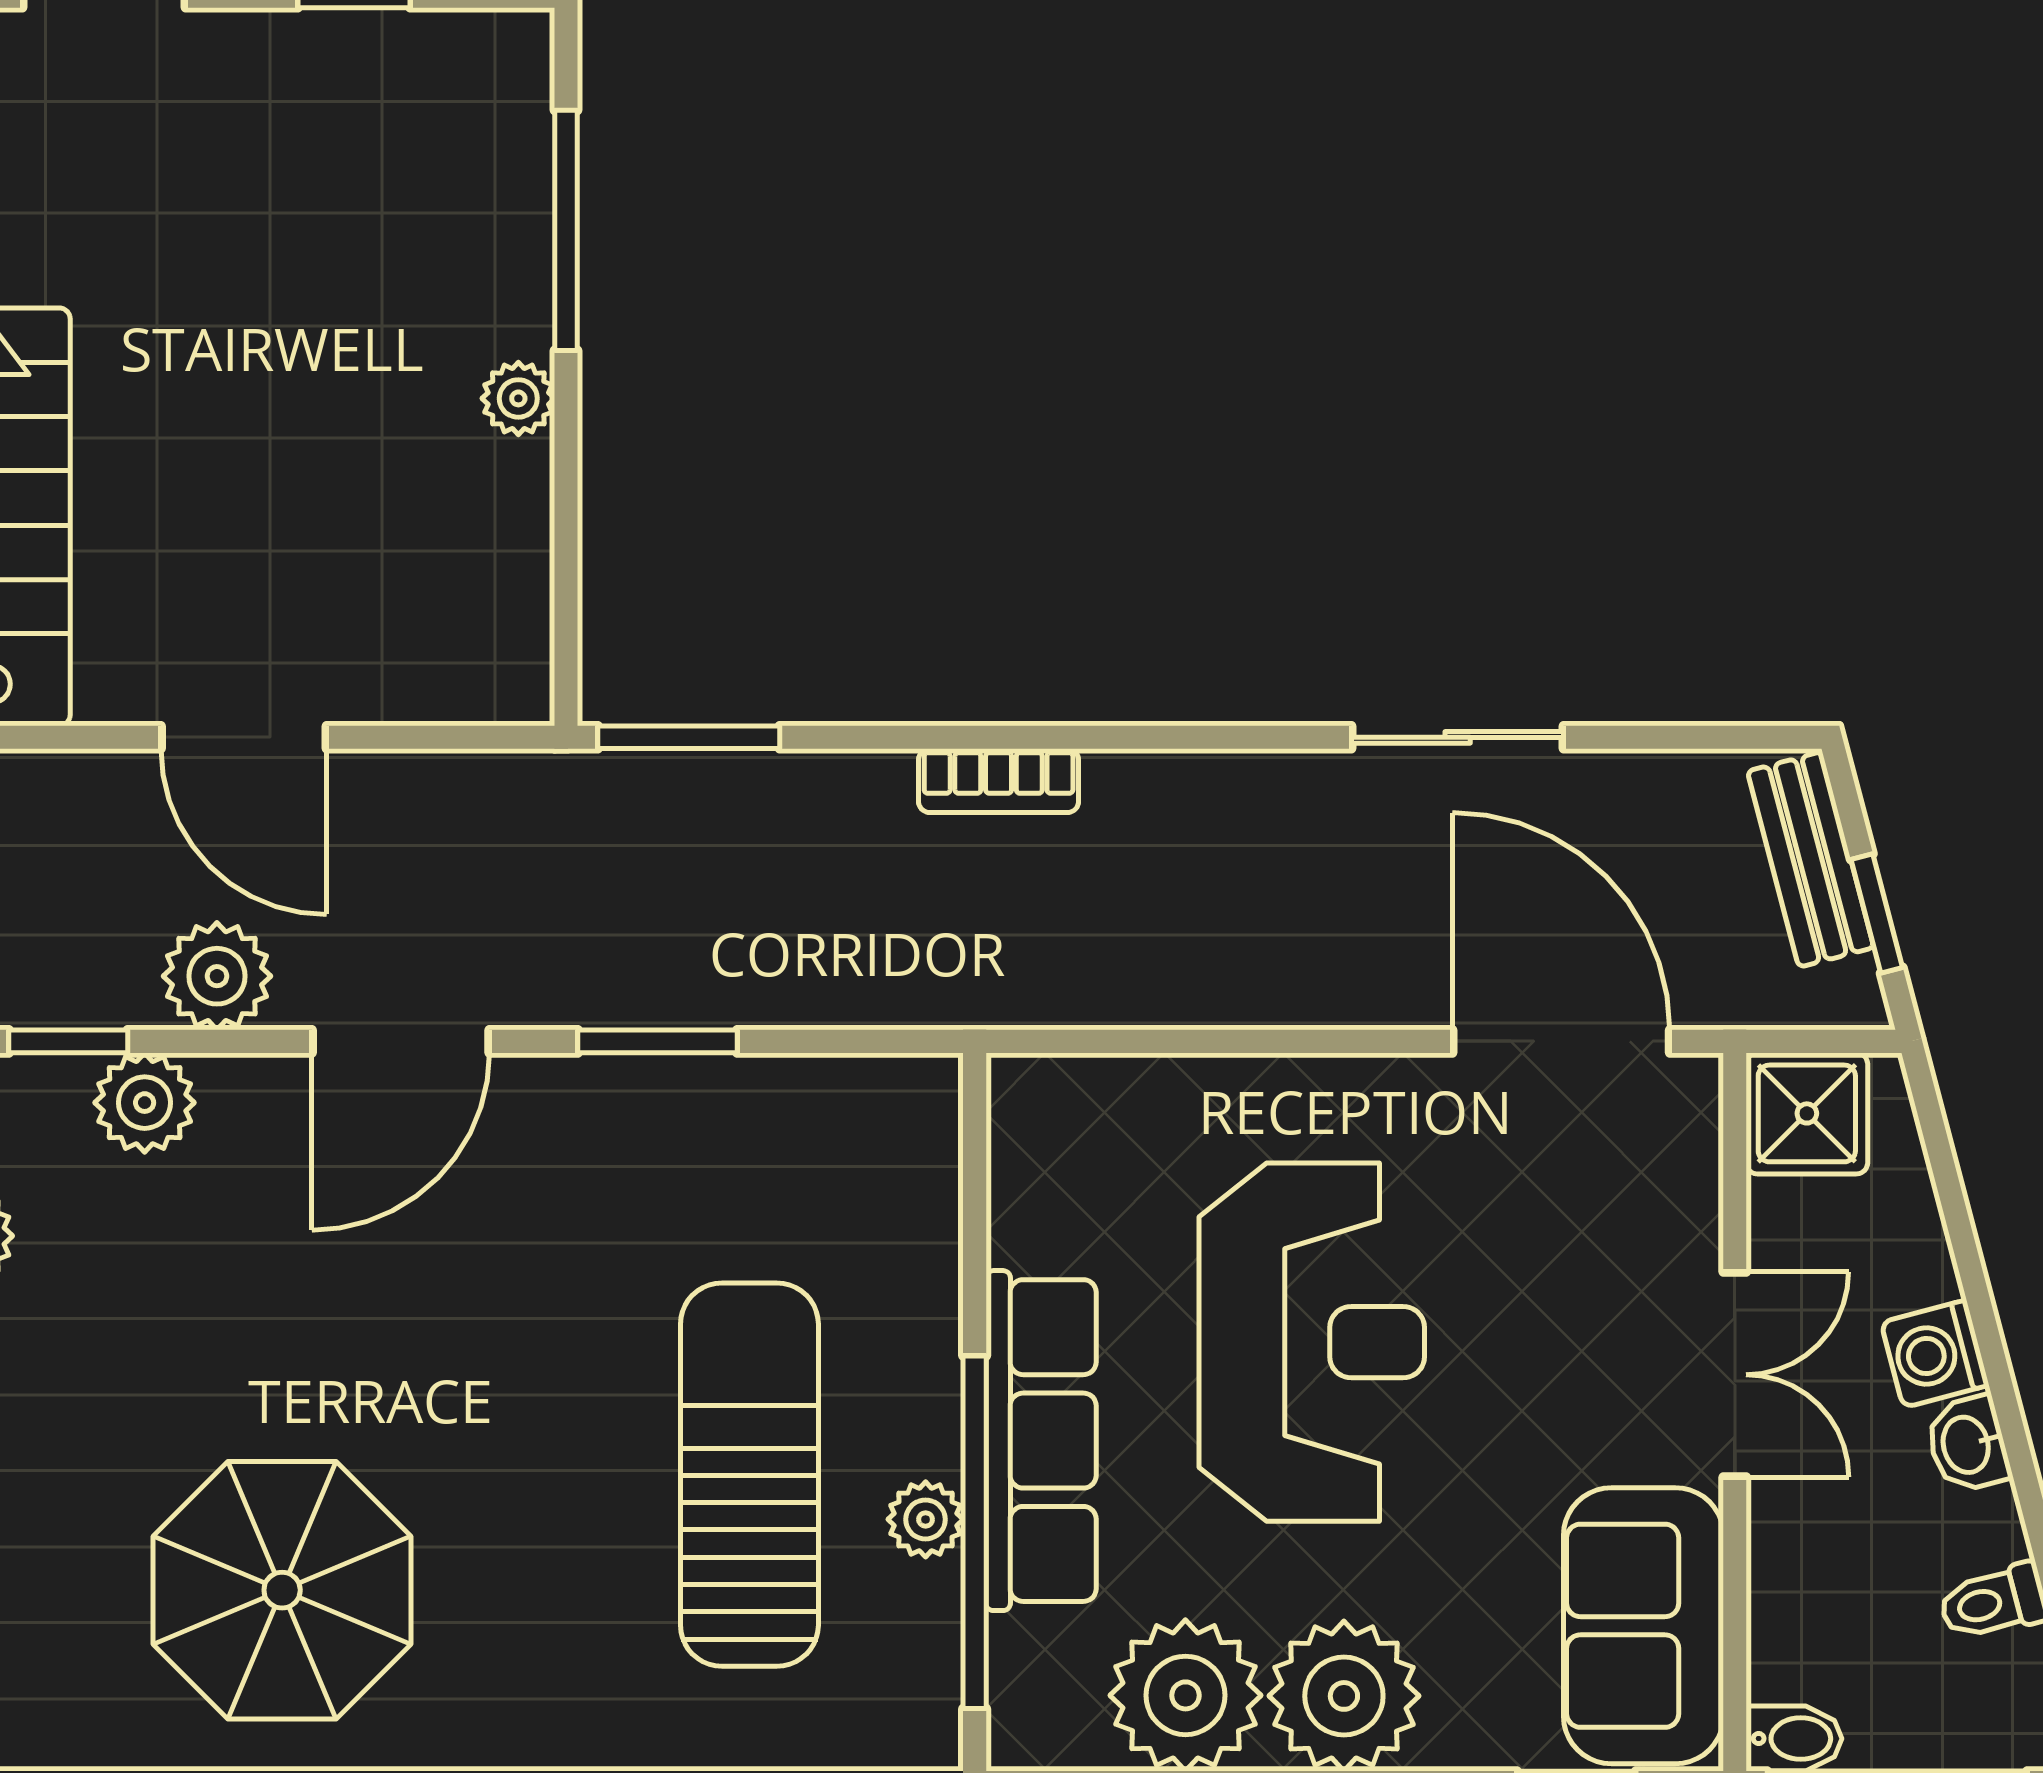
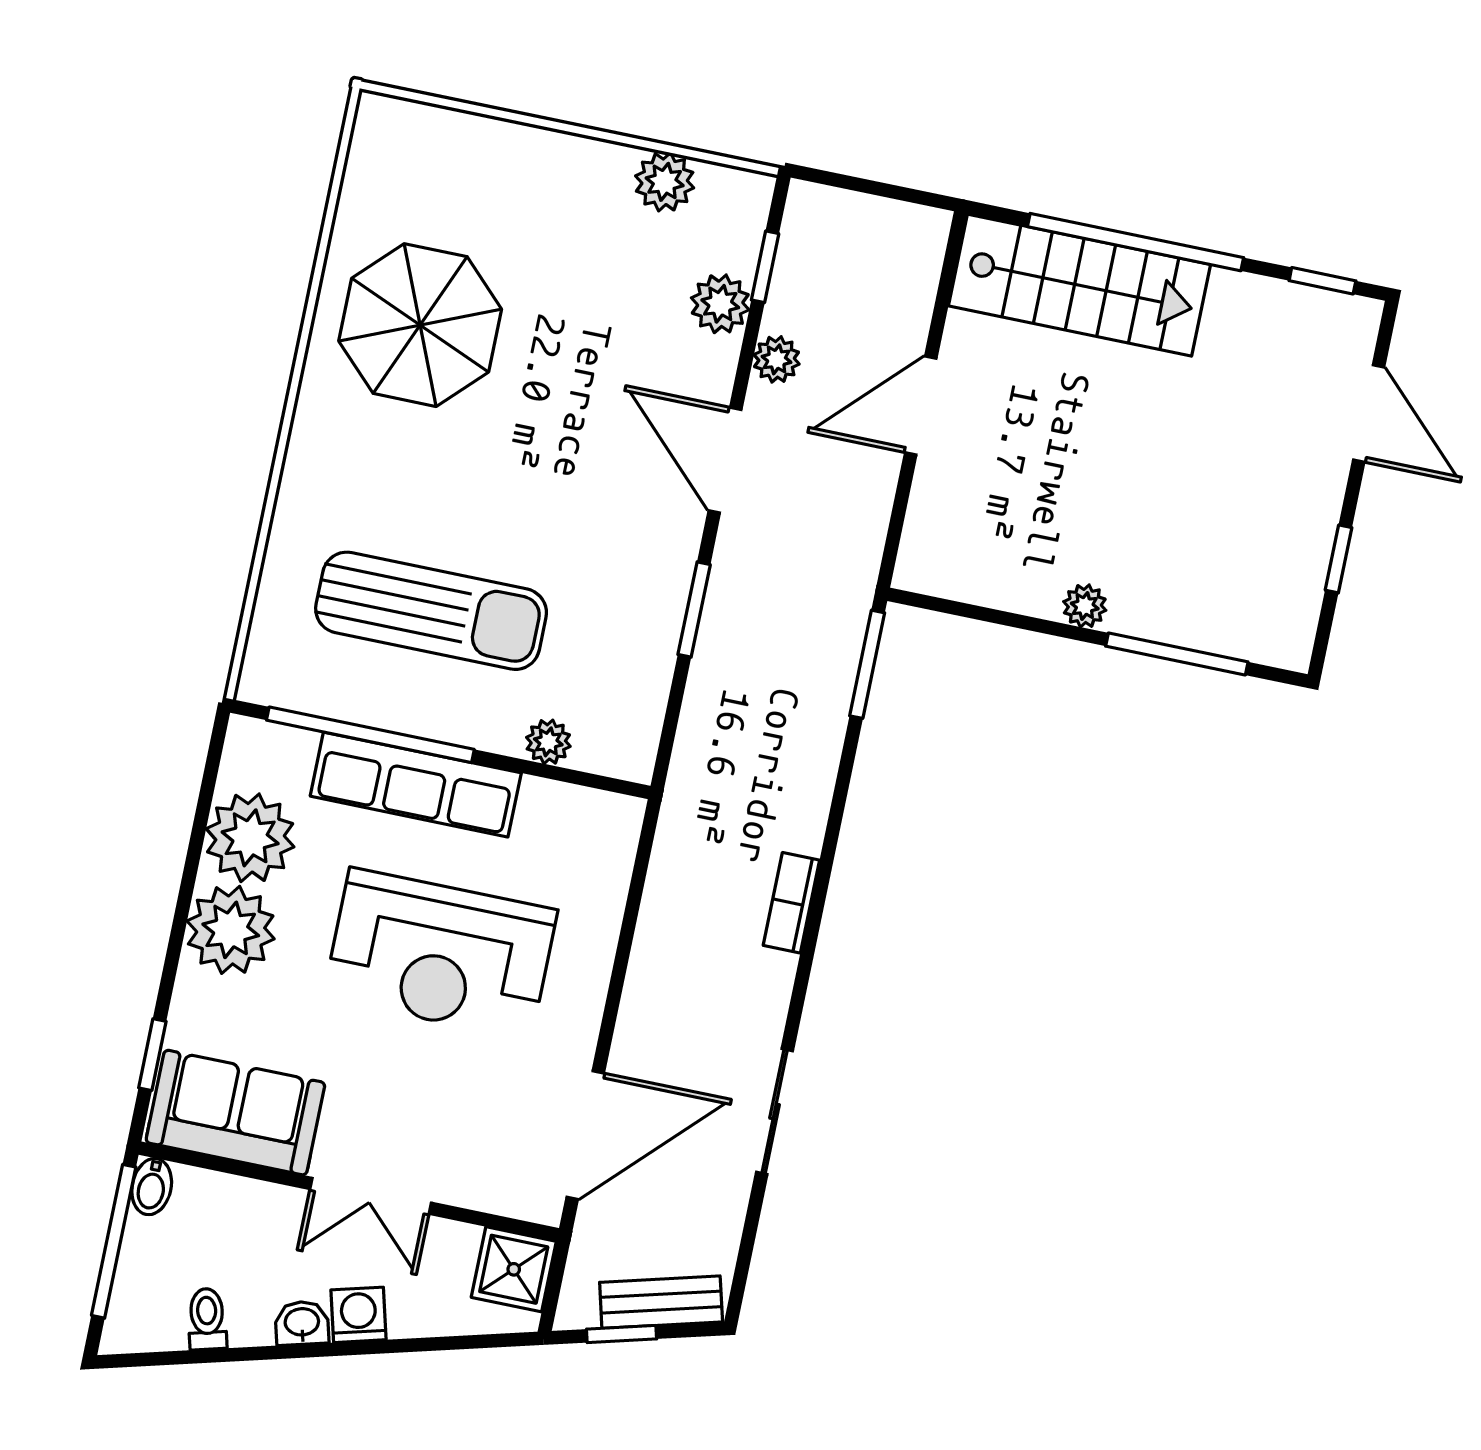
bookcase: (999, 781) -> (791, 903), moved
plant: (217, 976) -> (777, 359), width x0.73, depth x0.73
plant: (926, 1519) -> (548, 742), moved

